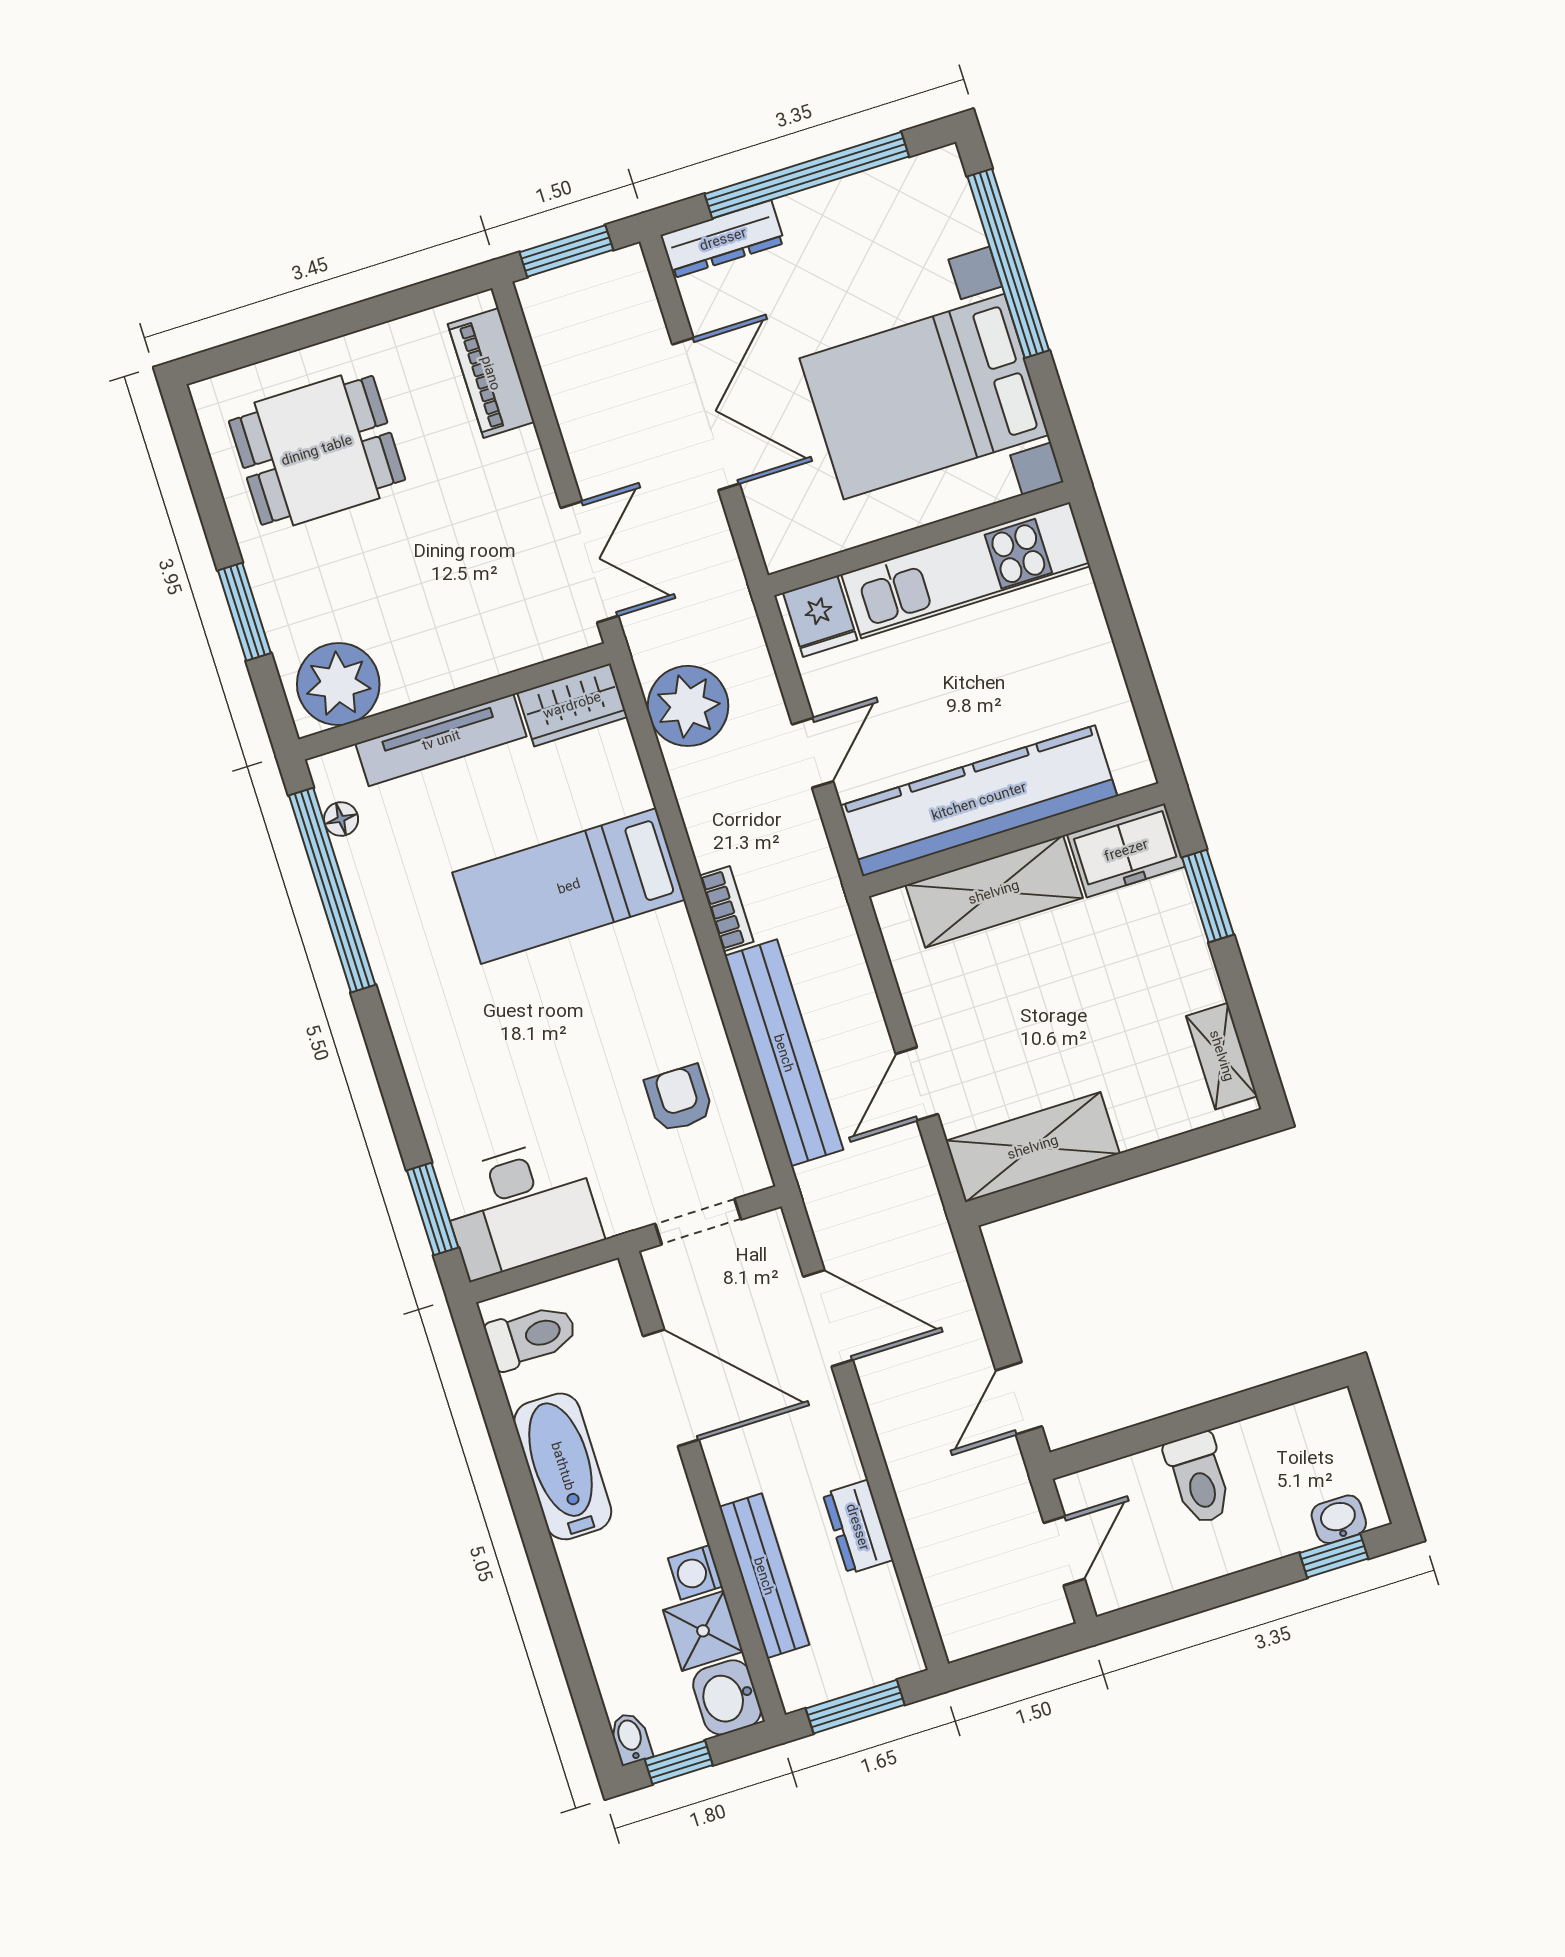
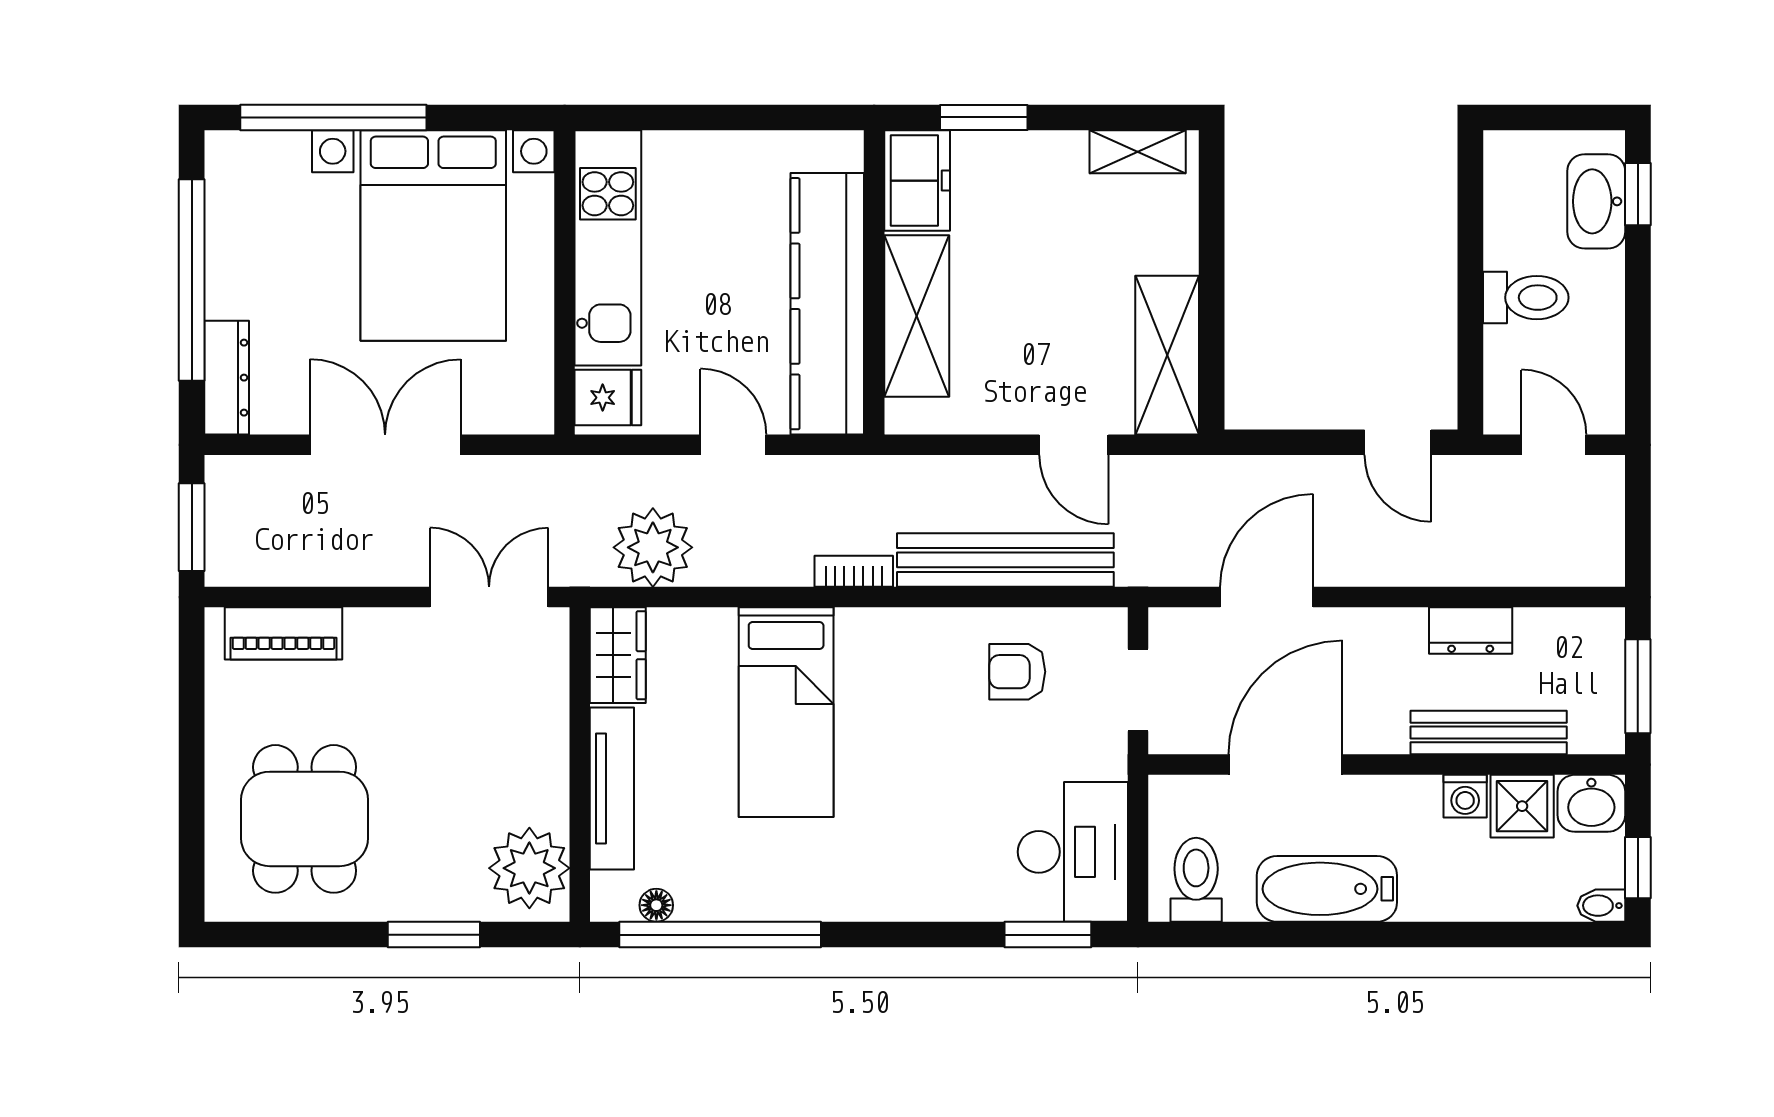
washbasin: (1339, 1519) -> (1596, 201), width x1.91, depth x1.45

